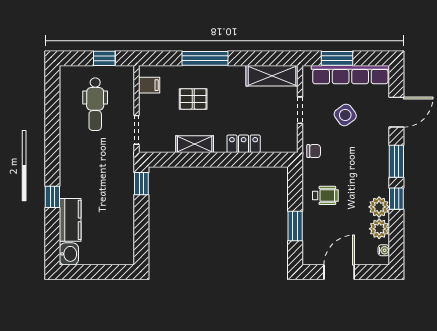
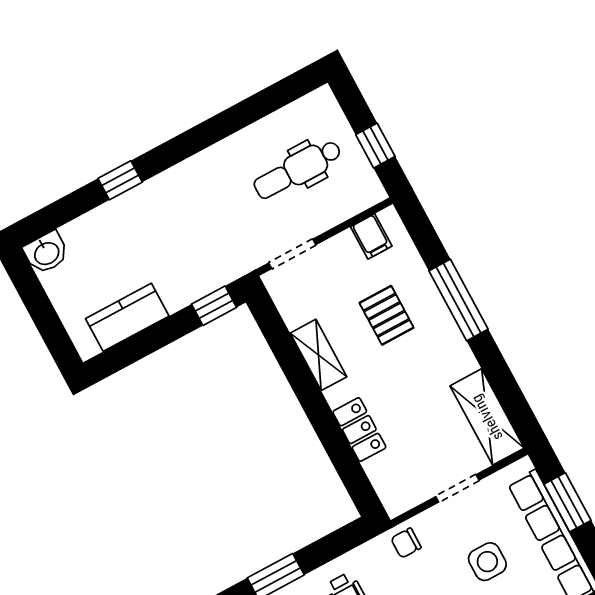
side table: (345, 115) -> (487, 562), turned 36
chair: (314, 151) -> (406, 543), turned 90
kitchen counter: (70, 220) -> (127, 317), moved, turned 180

